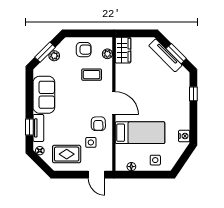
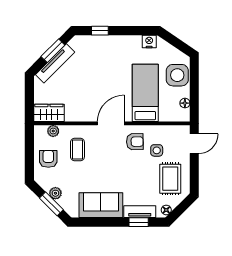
side table: (155, 160) -> (177, 75), width x1.87, depth x1.87

